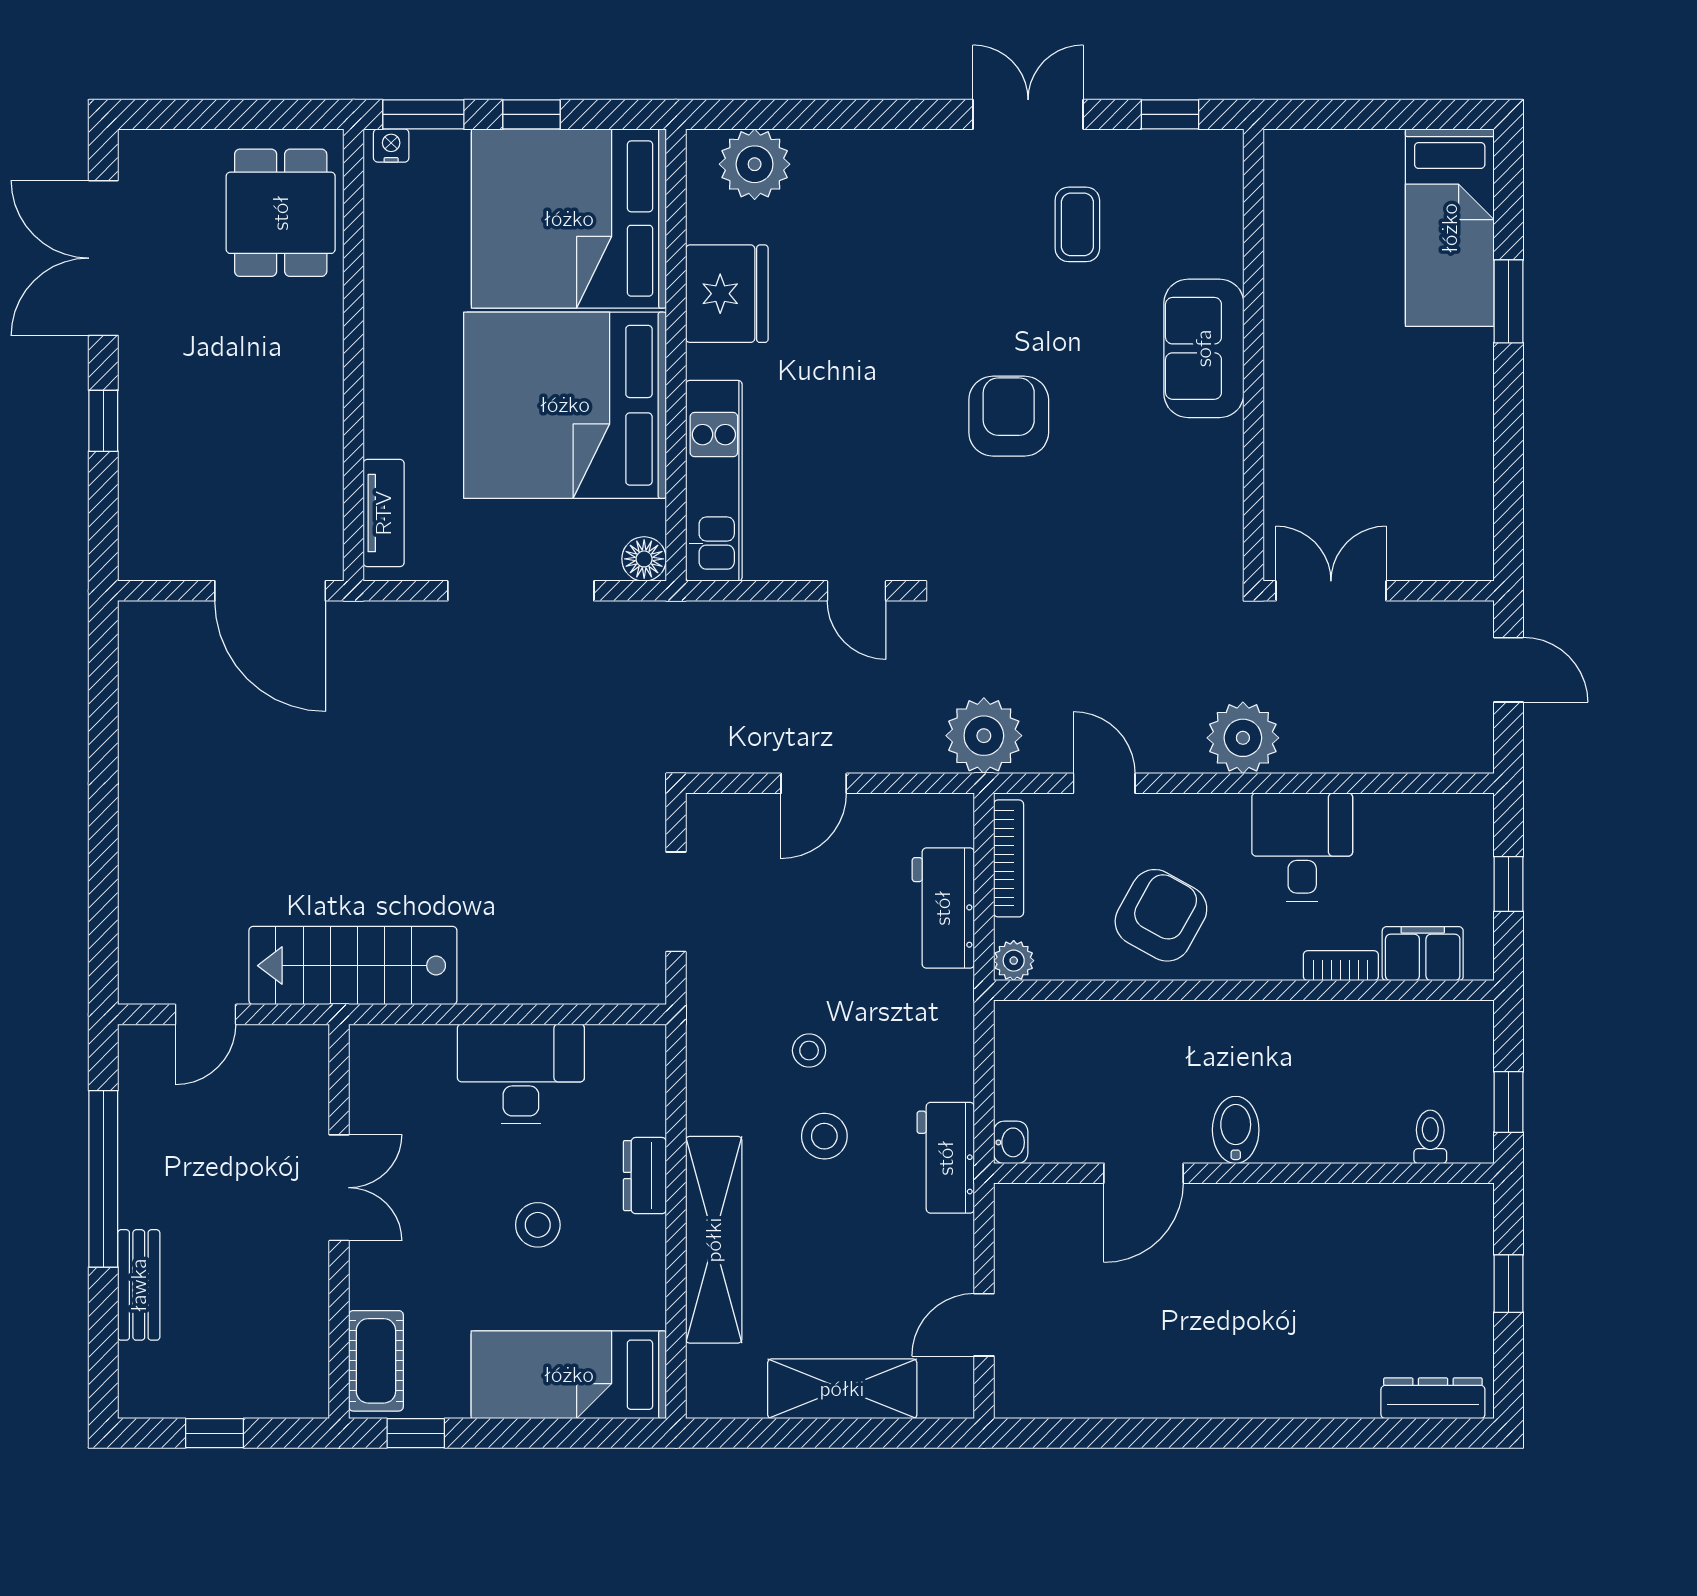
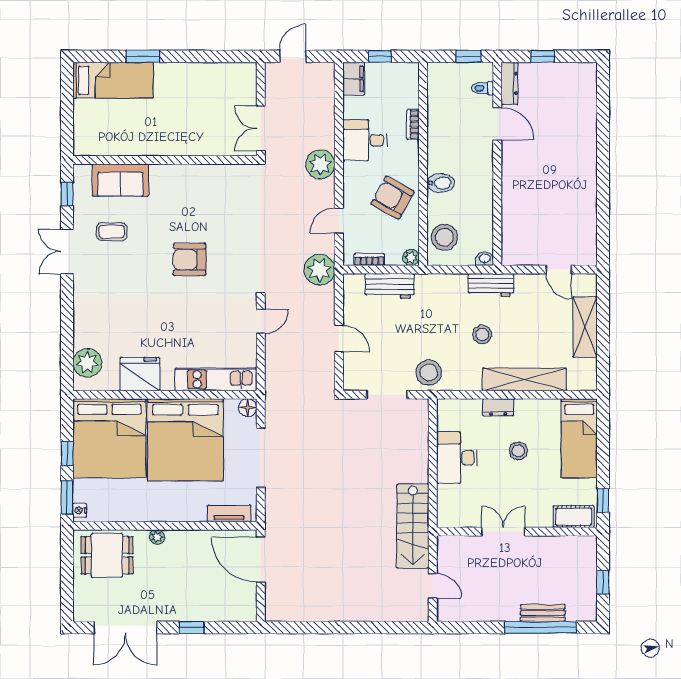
plant: (326, 336) -> (157, 537), added
sofa: (1204, 348) -> (120, 180), moved
door: (270, 591) -> (261, 560), swing flipped
bookcase: (1009, 858) -> (369, 260), width x0.64
filing cabinet: (1423, 954) -> (354, 79), moved, turned 180
stool: (1063, 1043) -> (444, 237), added
stool: (809, 1050) -> (429, 372), moved, width x1.89, depth x1.89
bidet: (1236, 1130) -> (441, 183), moved, turned 180
door: (1144, 1173) -> (497, 124), moved
window: (103, 1179) -> (541, 627), moved
dresser: (1433, 1398) -> (509, 83), moved, turned 180

